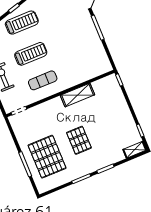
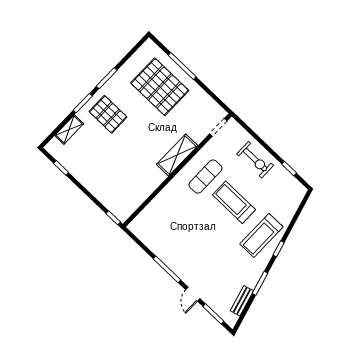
treadmill: (31, 54) -> (234, 202), turned 90
shelving: (77, 95) -> (177, 155), moved
pallet: (79, 140) -> (108, 114), moved
shelving: (135, 150) -> (69, 130), moved

